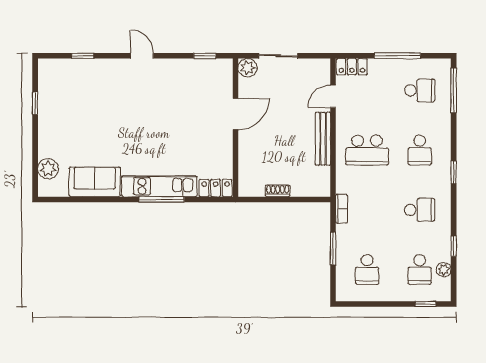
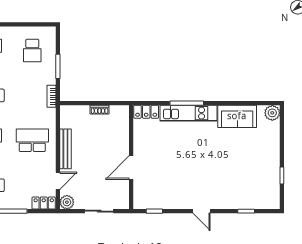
plant: (248, 68) -> (67, 202), moved
plant: (48, 169) -> (272, 113), moved
school desk: (367, 269) -> (32, 50), turned 180

